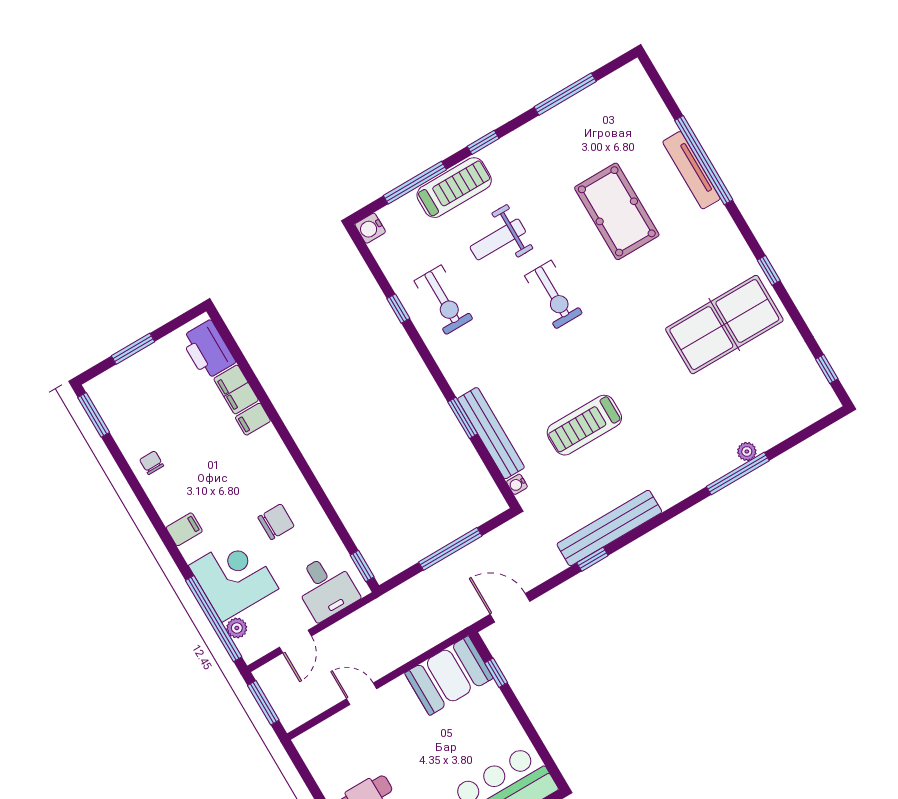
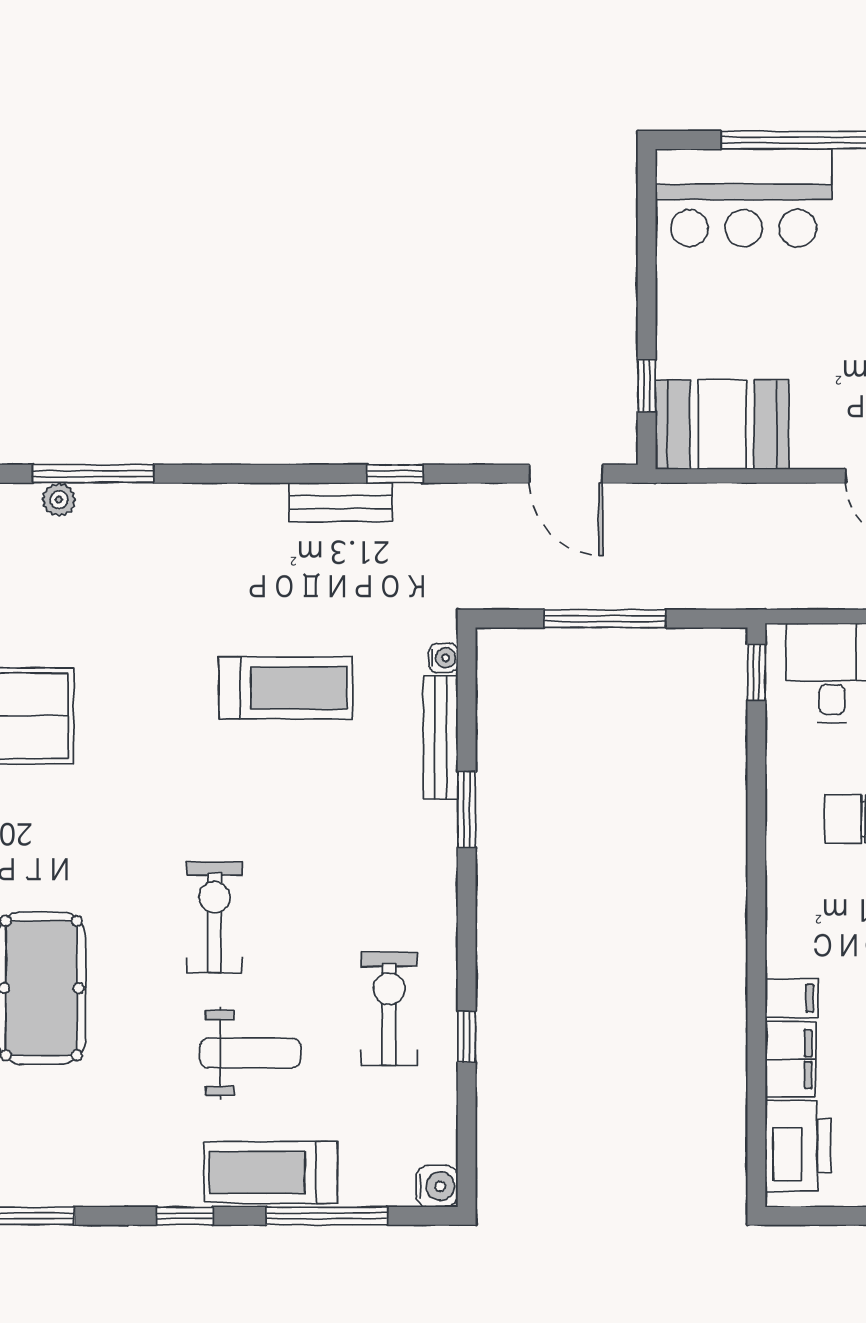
bench: (491, 433) -> (441, 738), width x0.73, depth x0.82
bench: (609, 528) -> (341, 502), width x0.54, depth x0.82

